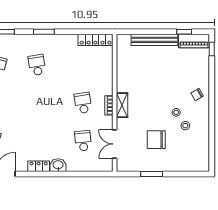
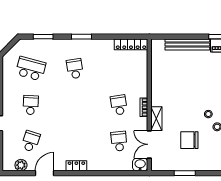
shelving: (122, 105) -> (156, 119), moved
washbasin: (58, 165) -> (140, 165), moved

